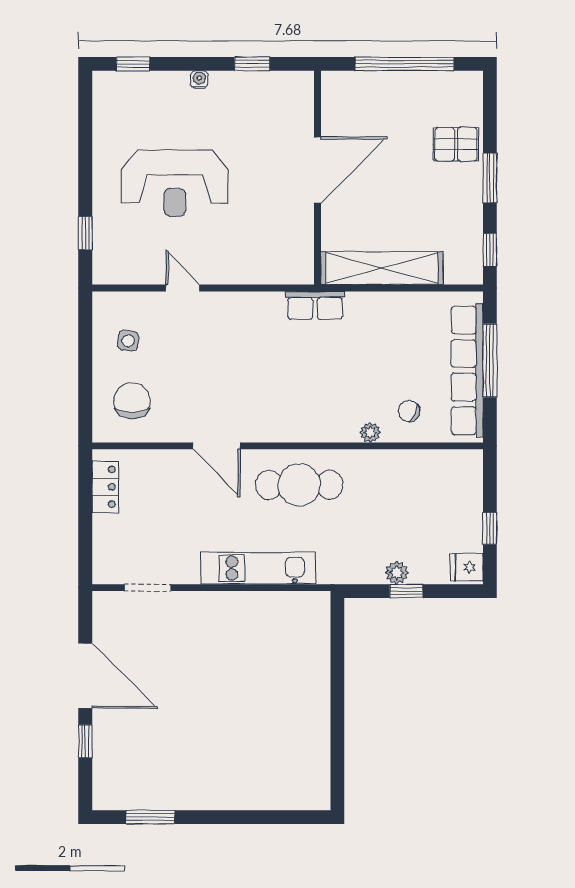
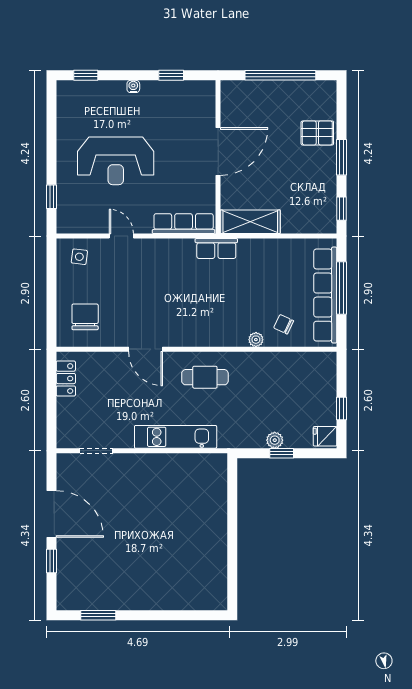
shelving: (382, 268) -> (250, 222), width x0.68
row of seats: (269, 271) -> (184, 224), added
side table: (128, 341) -> (79, 257), moved
cafe table: (299, 485) -> (205, 377), width x0.73, depth x0.74

